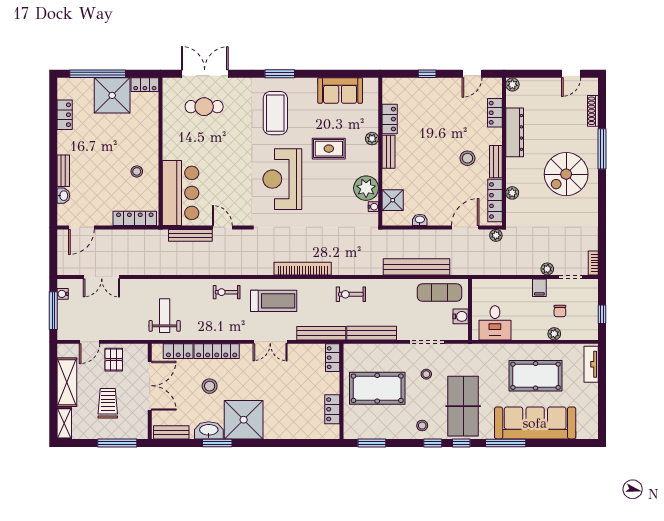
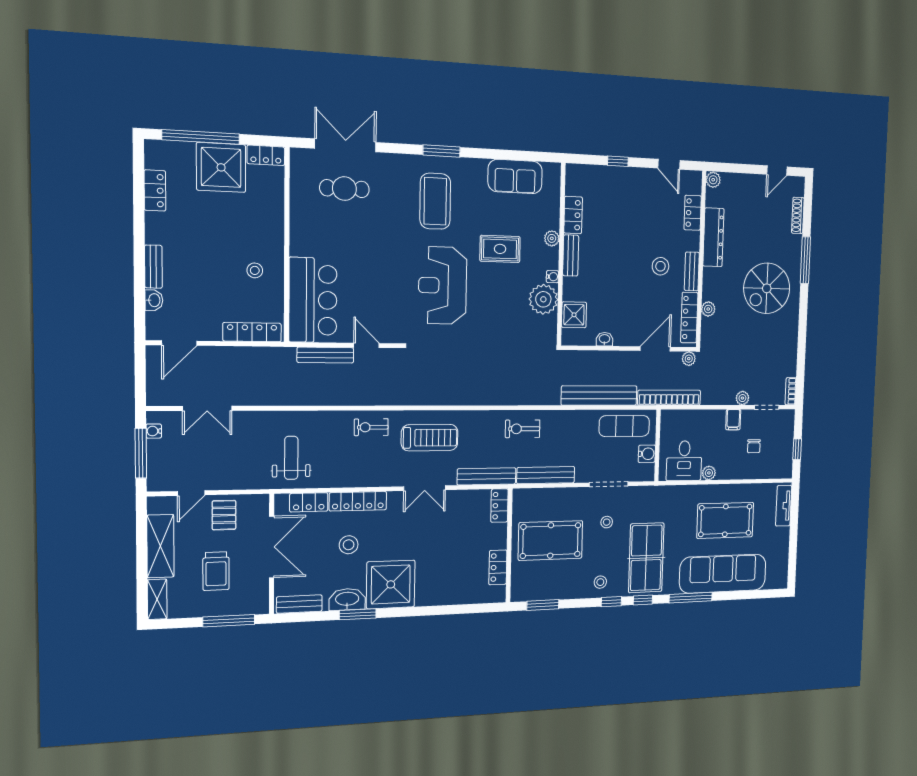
door: (472, 74) -> (669, 164), hinge flipped
water cooler: (373, 207) -> (552, 277), moved
bookcase: (303, 269) -> (669, 398), moved
plant: (554, 334) -> (709, 473), moved
trolley: (108, 403) -> (216, 571), turned 180

